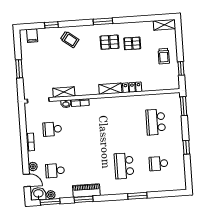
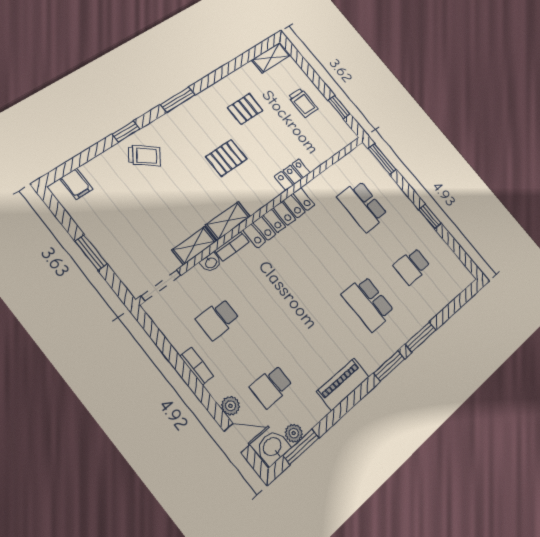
window: (51, 25) -> (126, 132), moved
pallet: (110, 42) -> (226, 158), moved
shelving: (110, 89) -> (228, 221), moved
locker: (111, 103) -> (279, 217), added
window: (84, 199) -> (389, 366), moved

